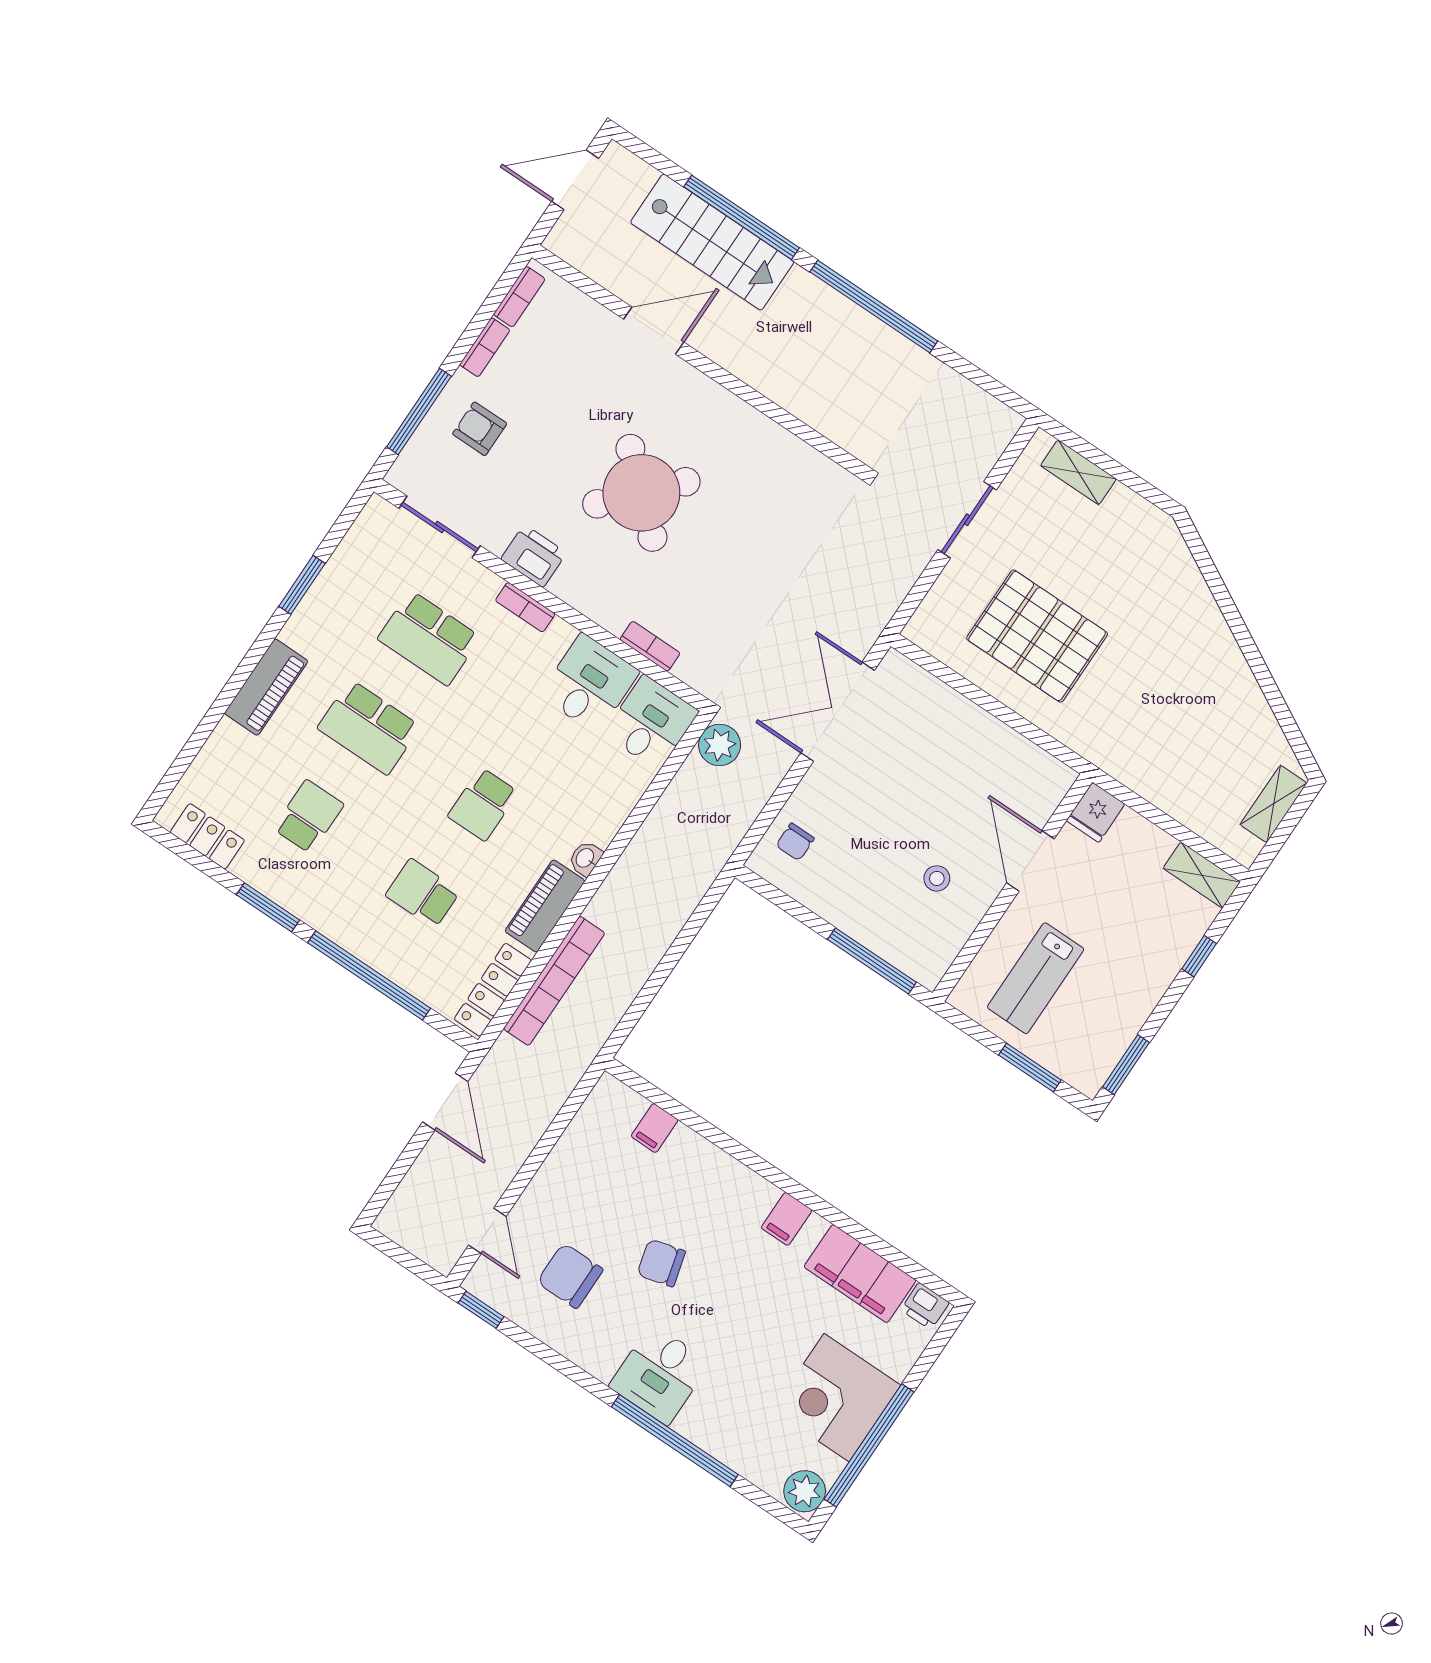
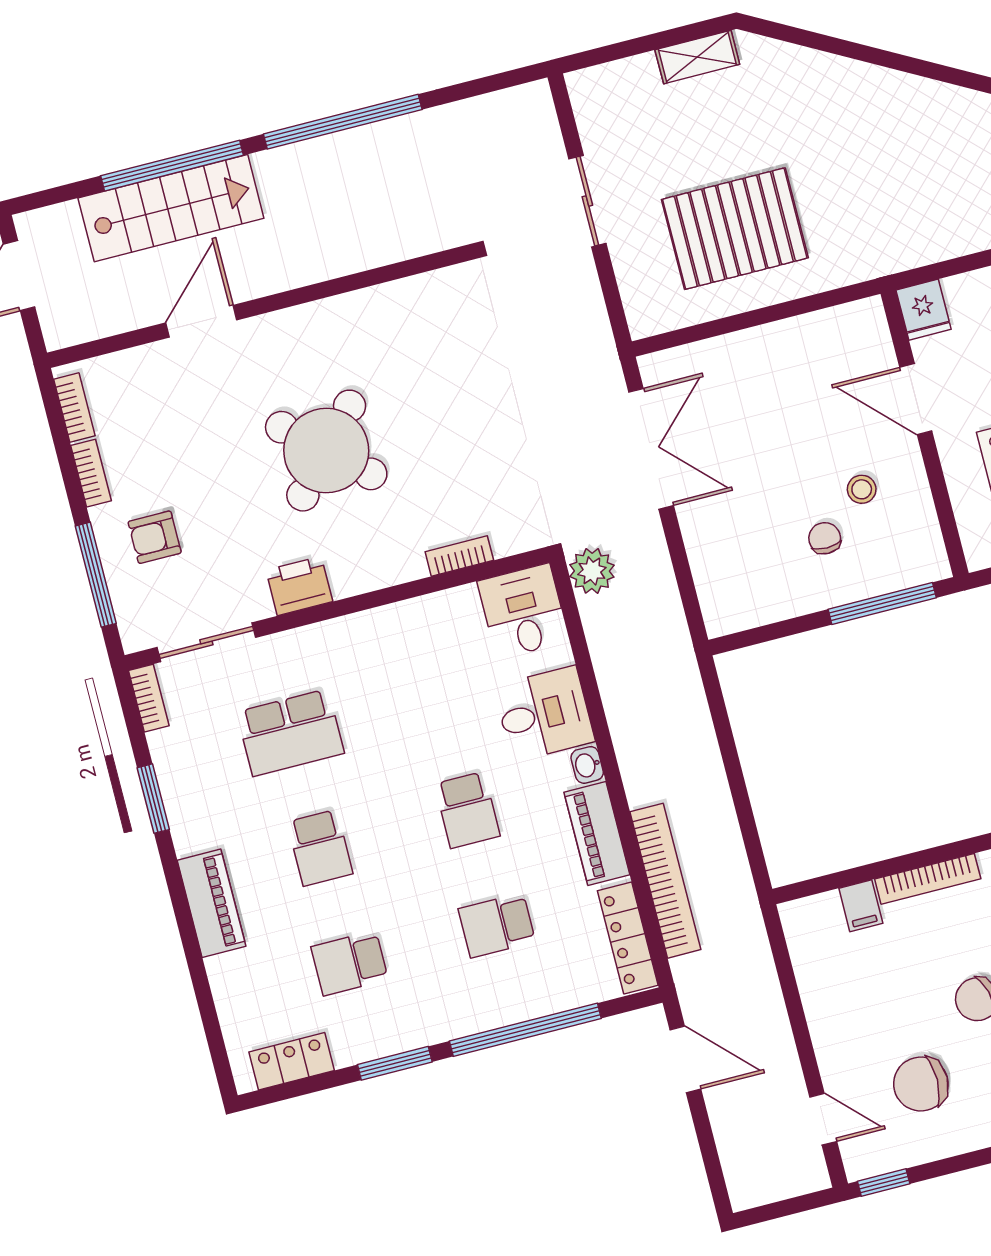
shelving: (1078, 472) -> (697, 57), moved
bookcase: (525, 607) -> (149, 698), moved, turned -90
desk: (589, 683) -> (544, 714), moved, turned 90
double door: (838, 712) -> (651, 449), swing flipped
school desk: (369, 727) -> (320, 848), width x0.54
school desk: (309, 817) -> (350, 963), turned -90
chair: (795, 842) -> (825, 538), moved, turned 180
bookcase: (713, 1157) -> (928, 879), added

